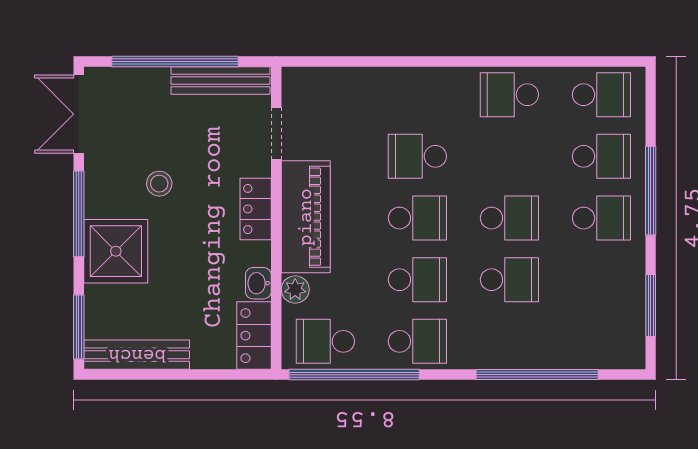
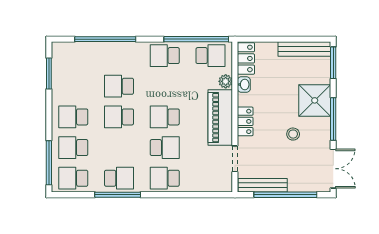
window: (512, 61) -> (118, 195), added
window: (651, 191) -> (49, 163), moved
school desk: (417, 280) -> (165, 178), moved

